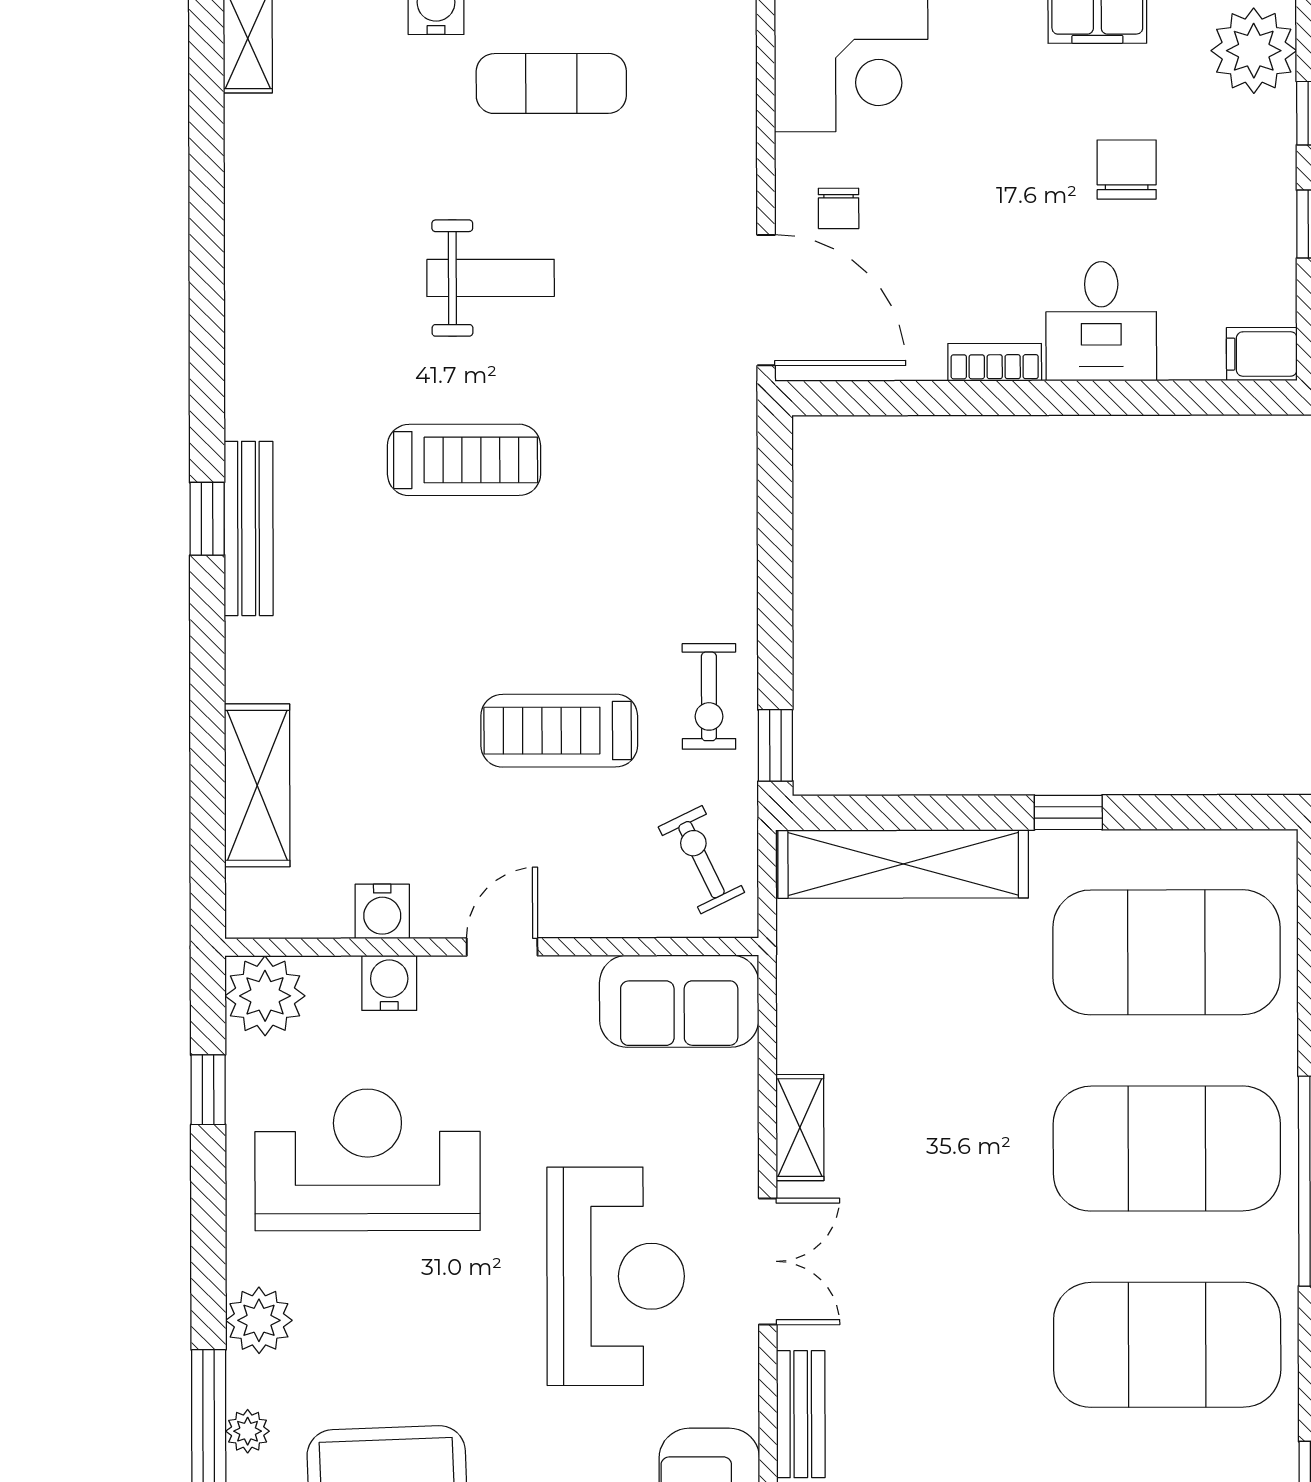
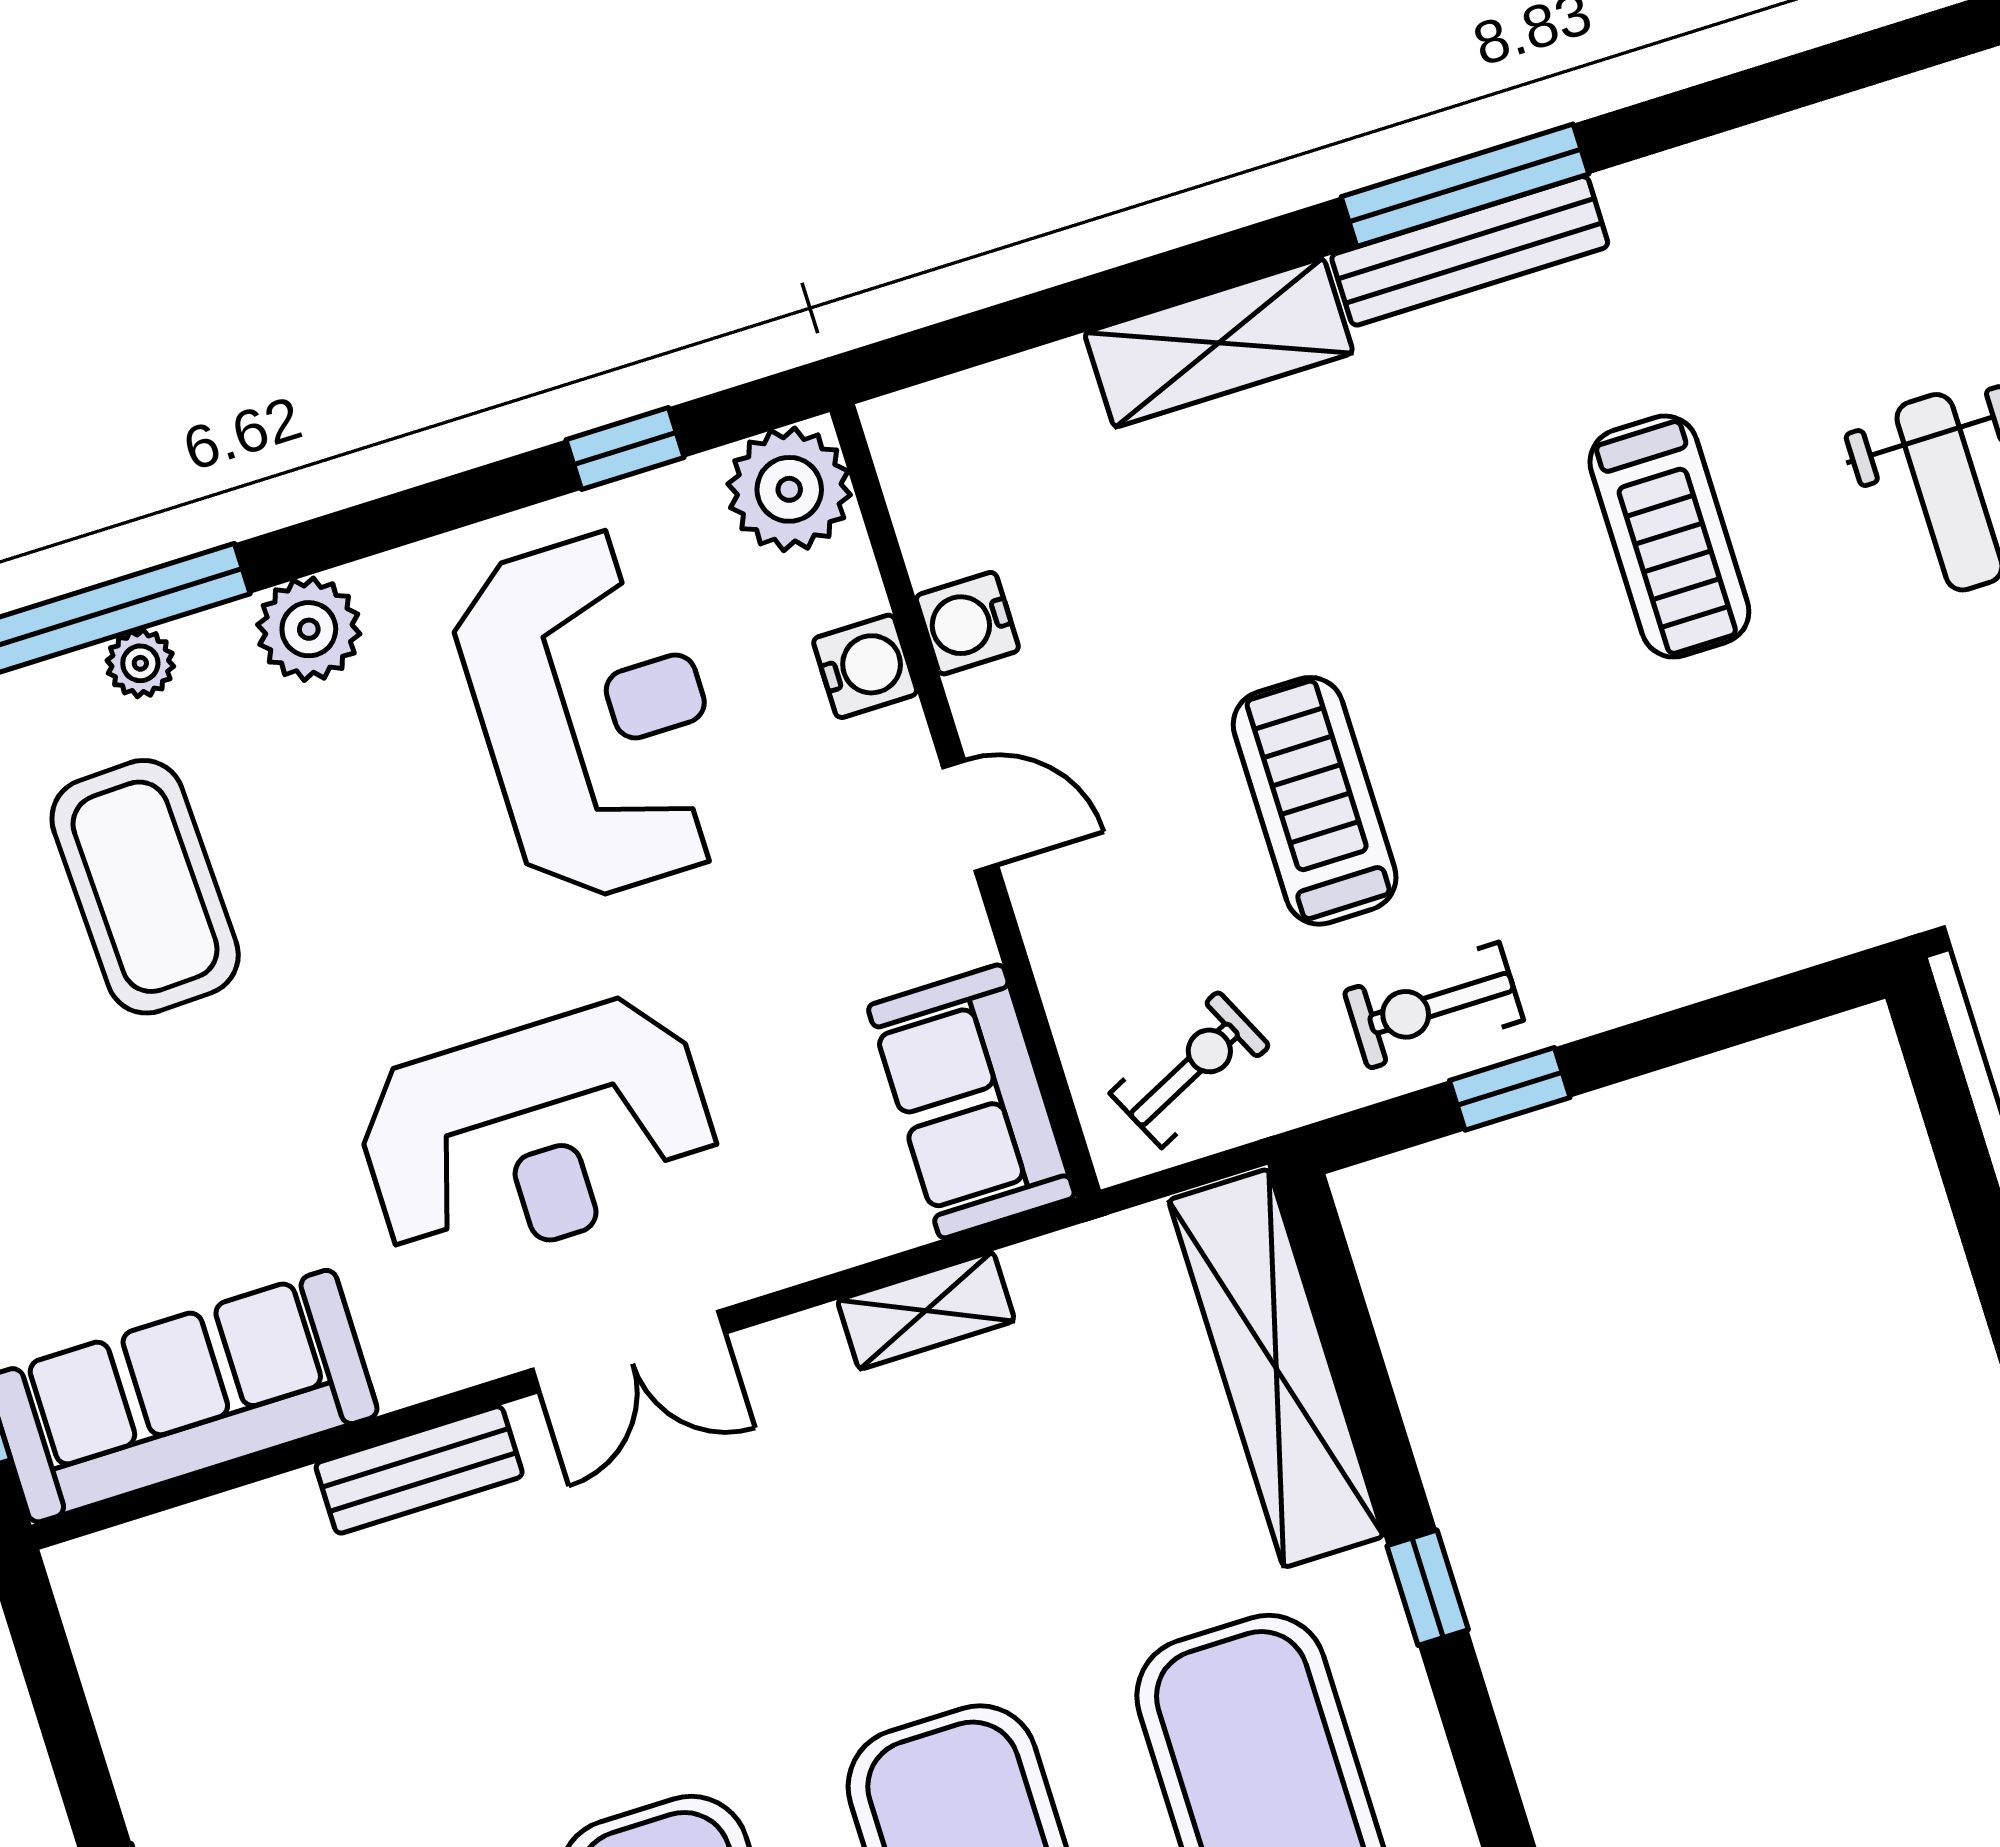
window: (207, 519) -> (1465, 185), width x2.17
window: (775, 745) -> (1510, 1089), moved
shelving: (257, 785) -> (1219, 343), moved
shelving: (800, 1128) -> (926, 1310), moved

